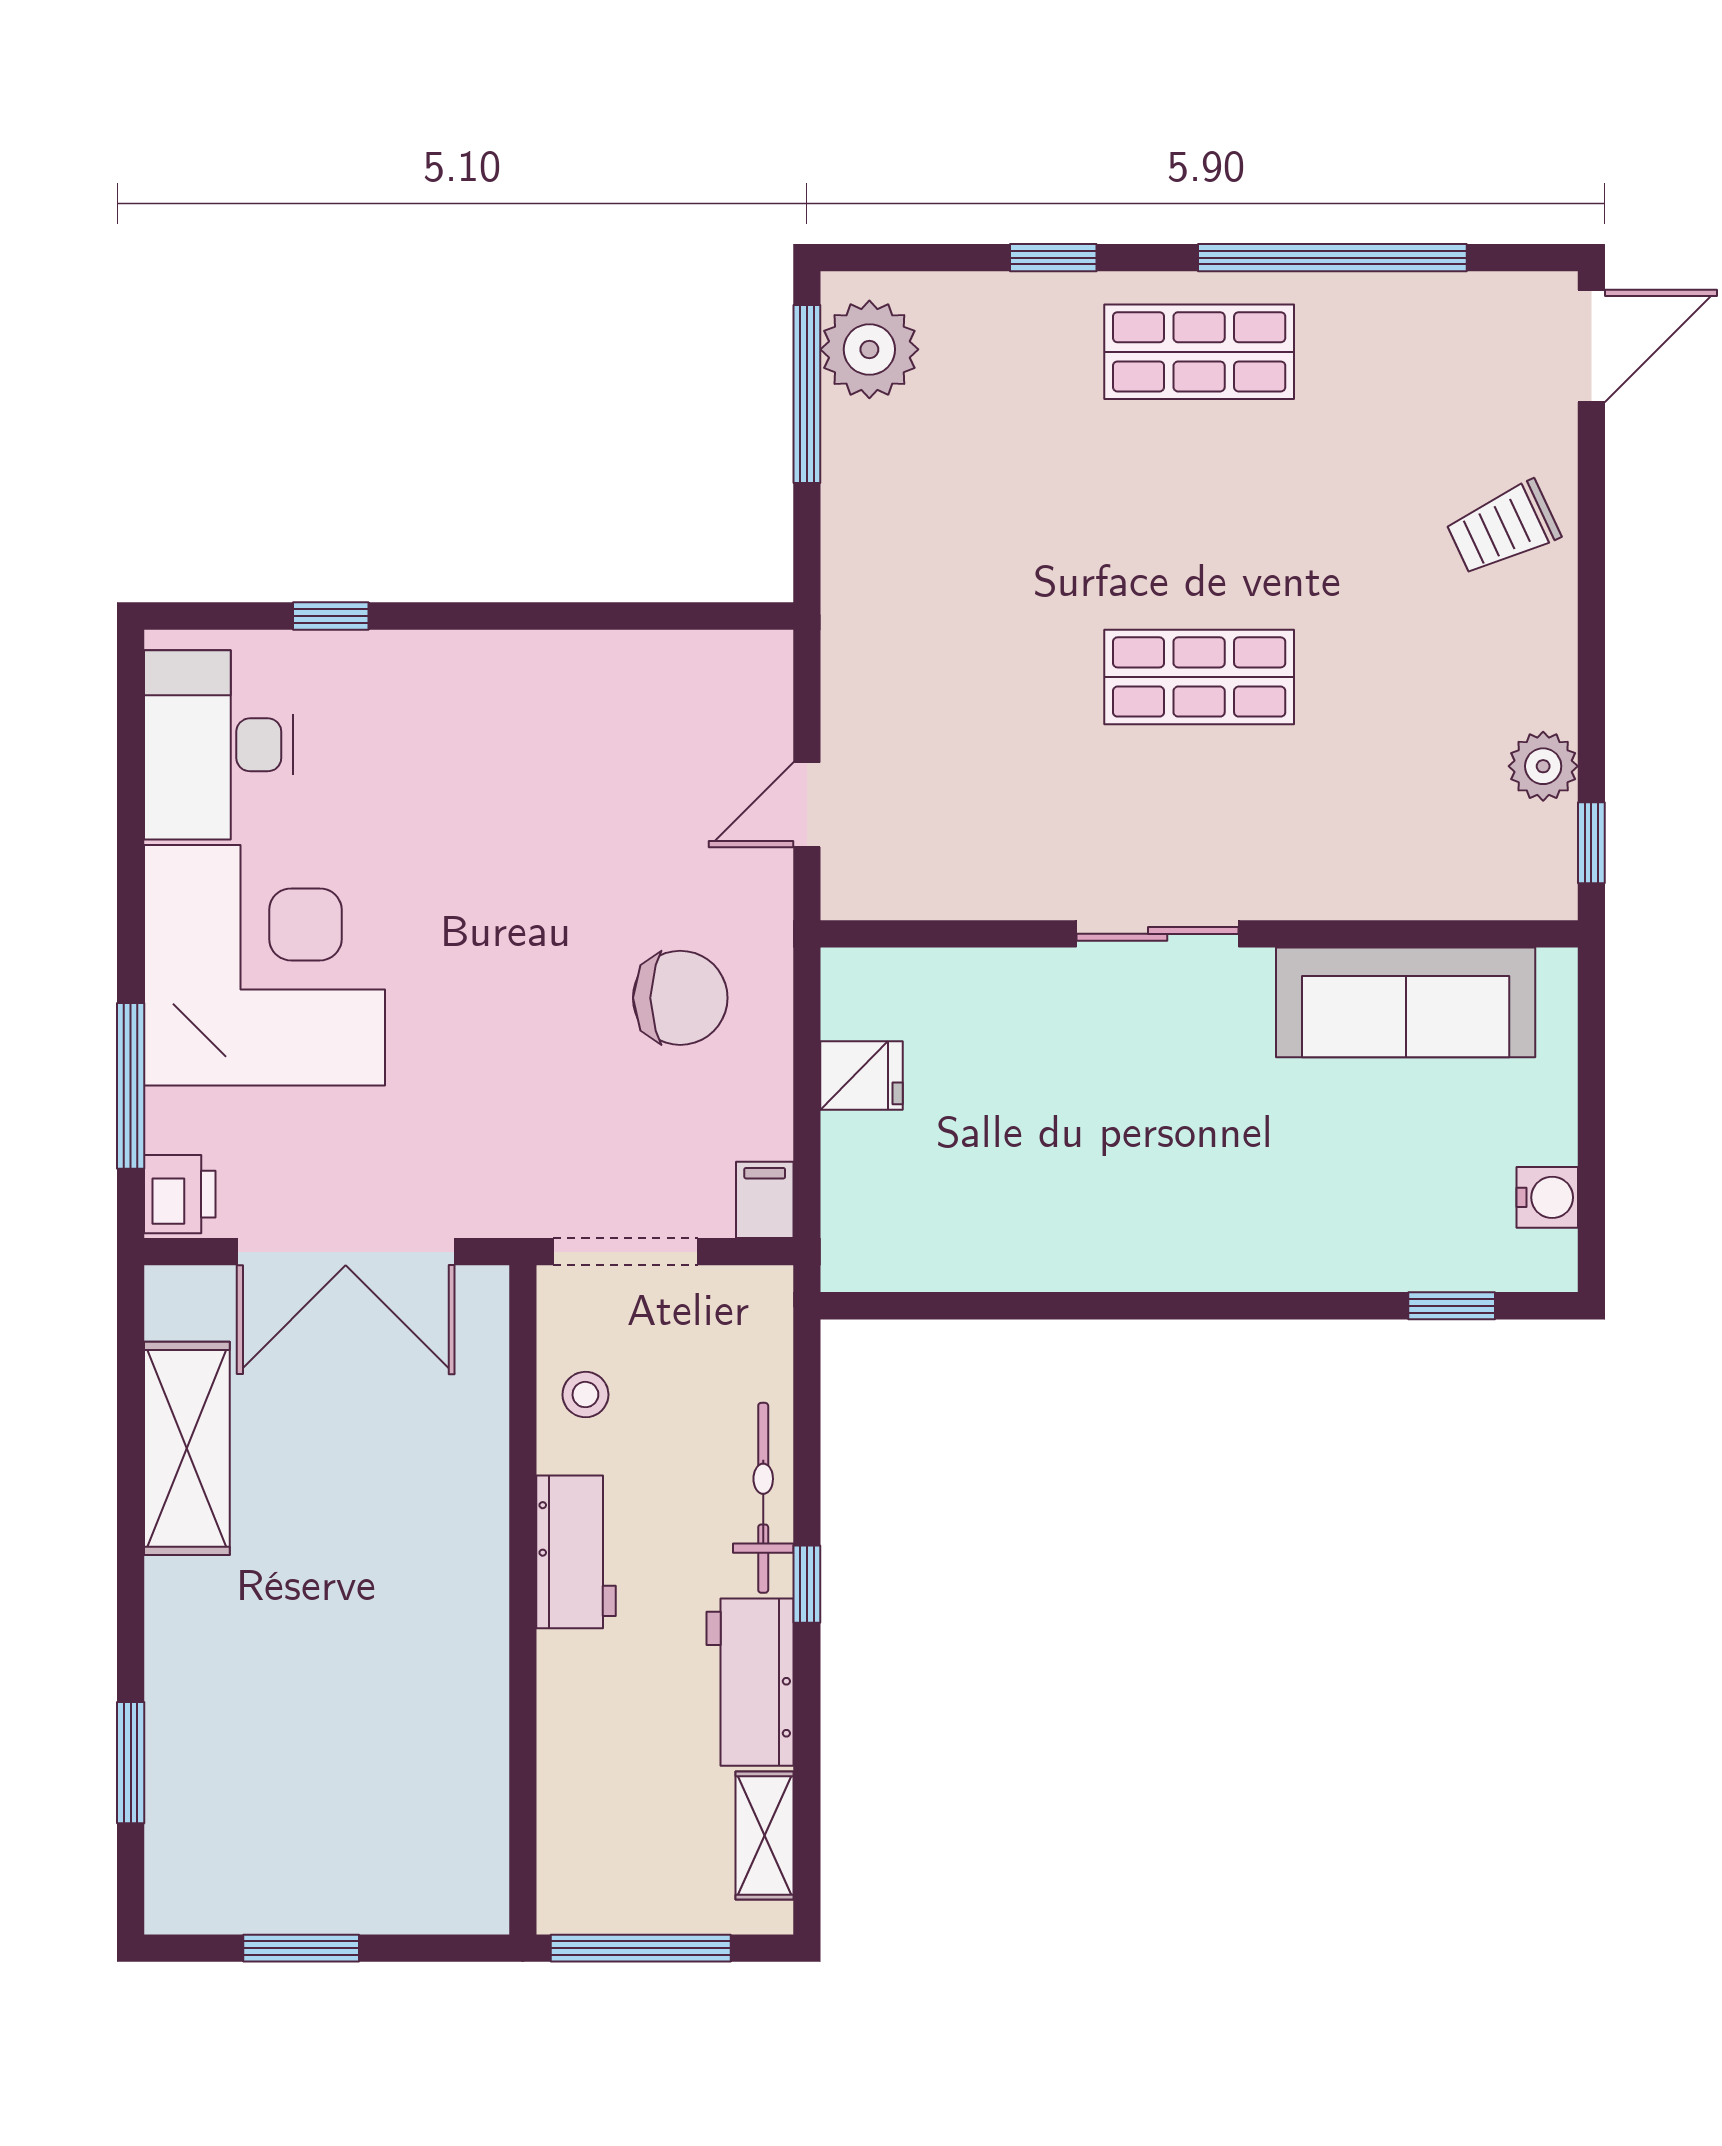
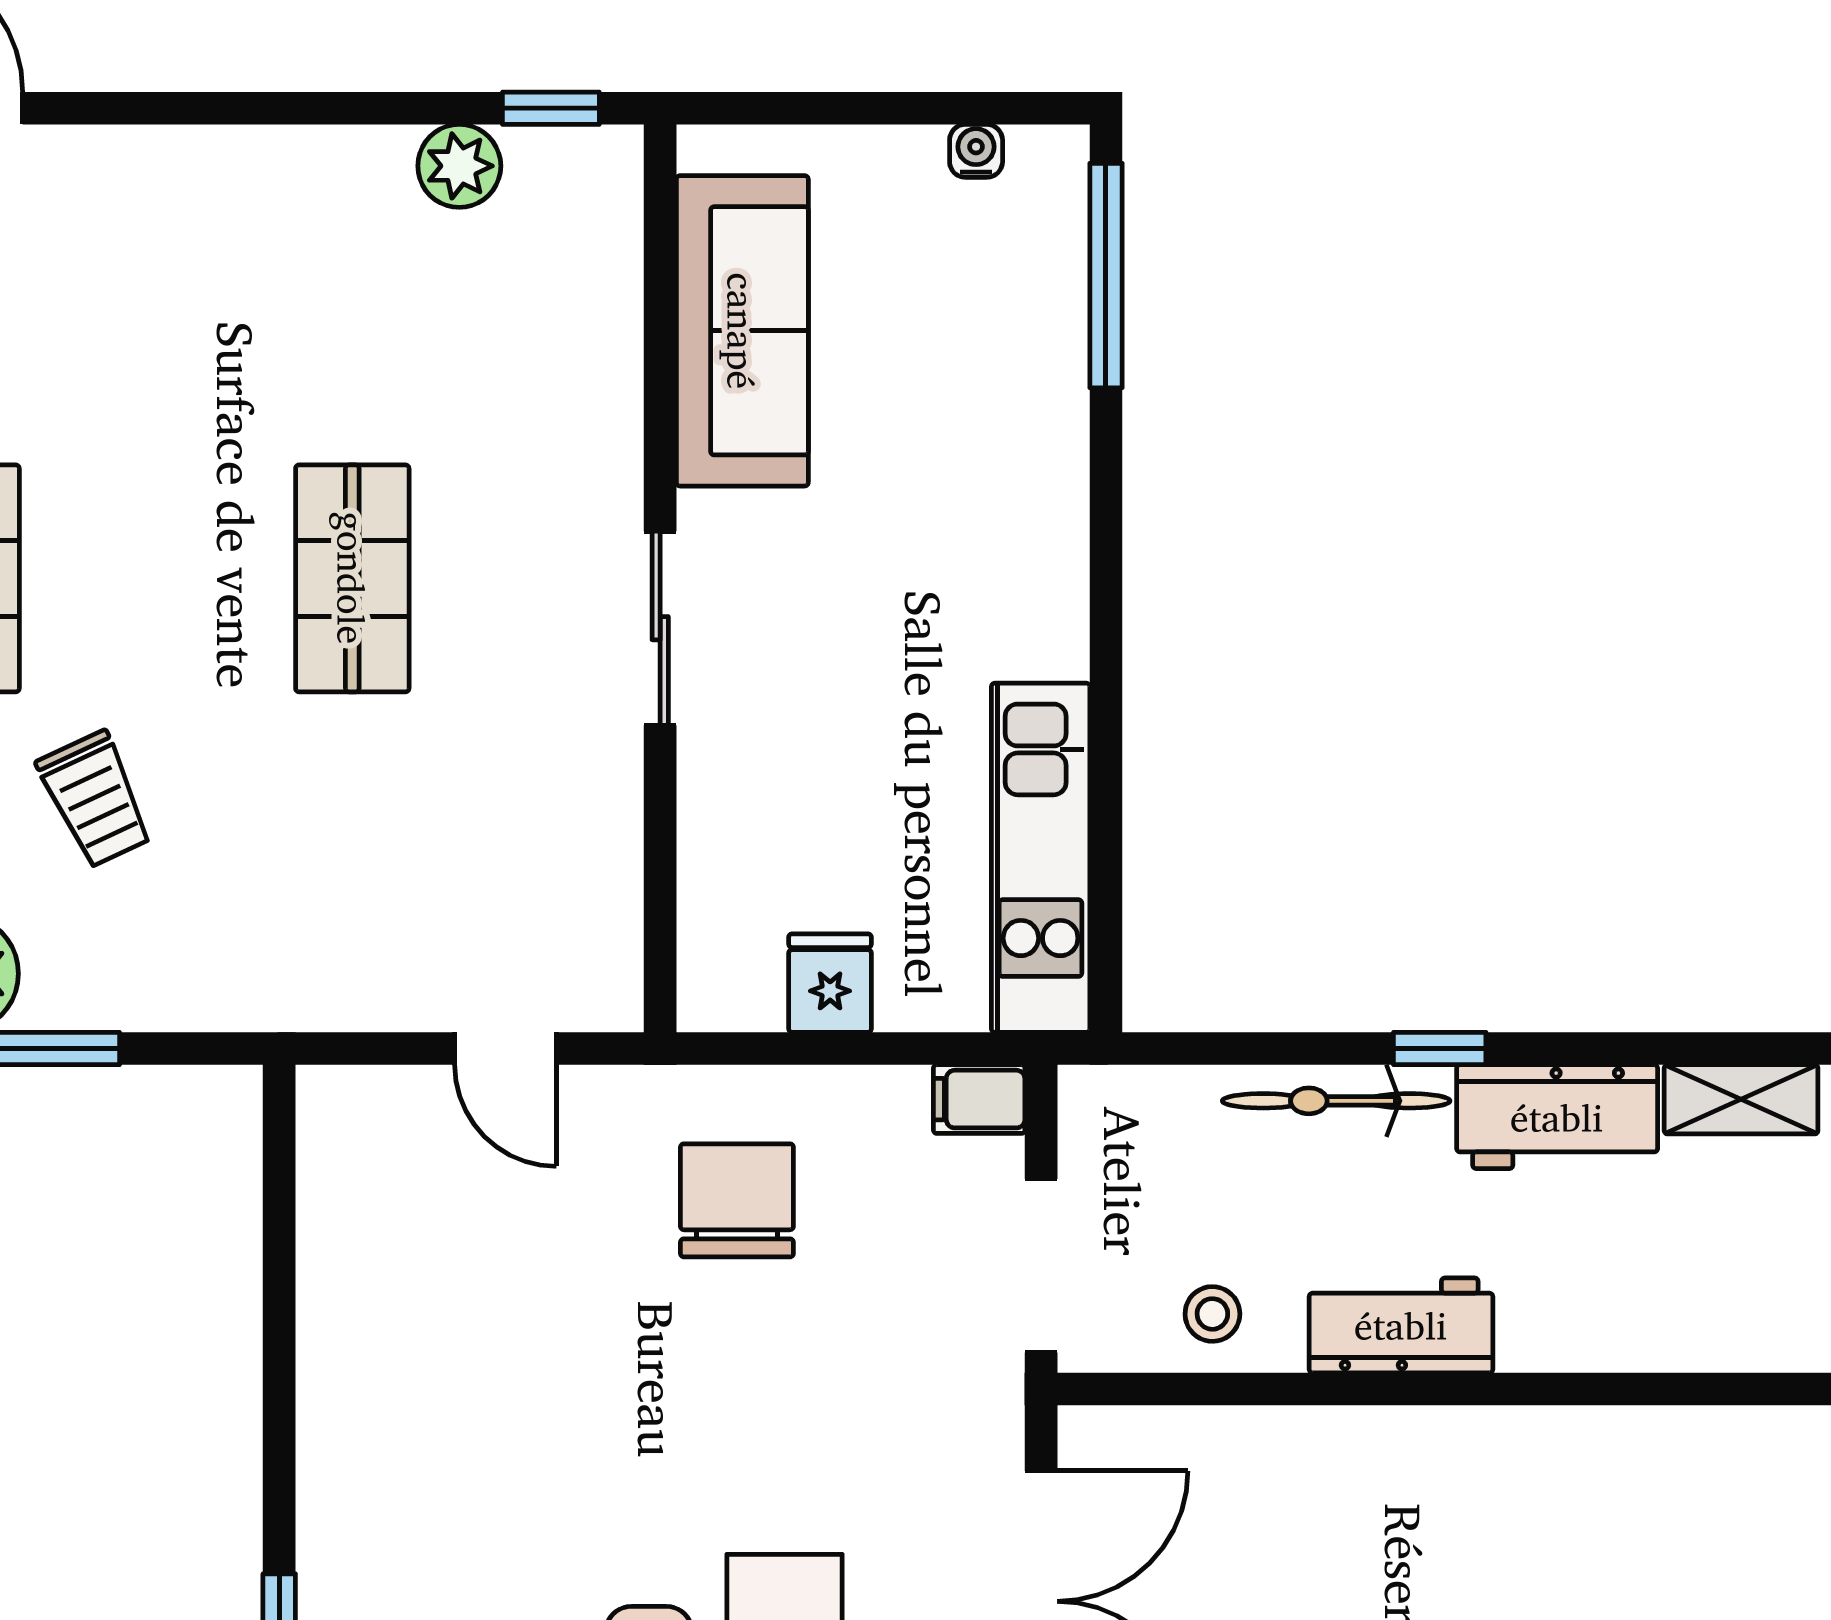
trolley: (1503, 528) -> (95, 799), moved
water cooler: (1547, 1197) -> (976, 151), width x0.72, depth x0.72
kitchen unit: (966, 1251) -> (1041, 858), added
window: (1452, 1306) -> (1106, 276), width x2.17

